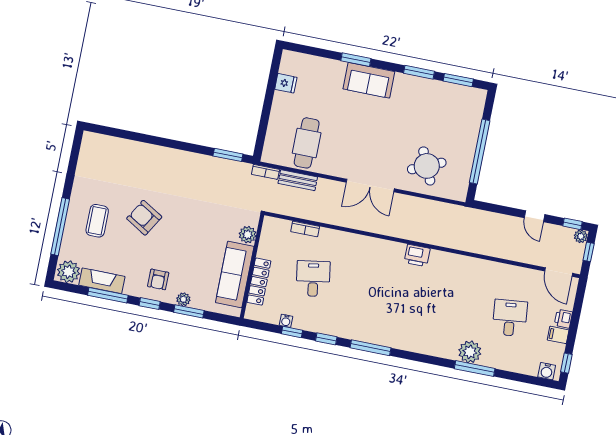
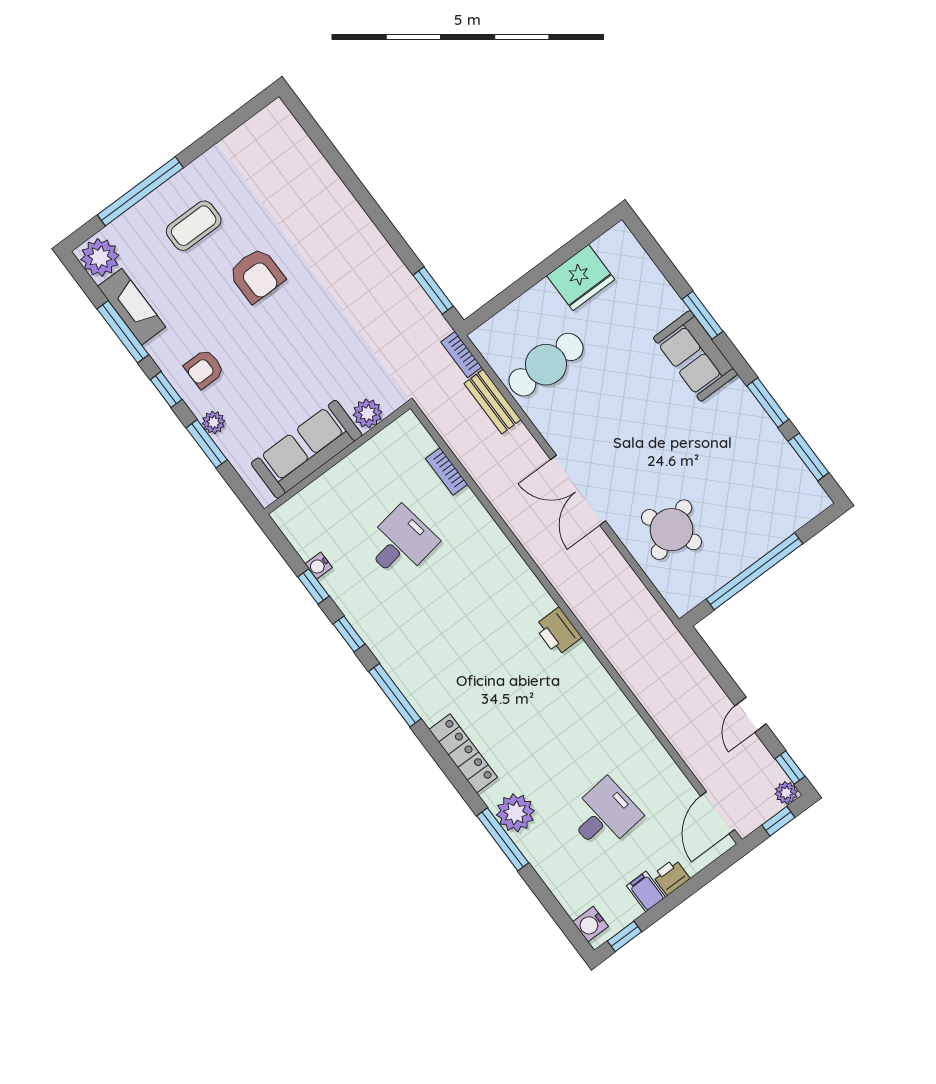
fridge: (286, 83) -> (581, 278), width x1.88, depth x1.34
armchair: (144, 218) -> (257, 275), turned 149
locker: (259, 282) -> (463, 753), moved, turned -90

